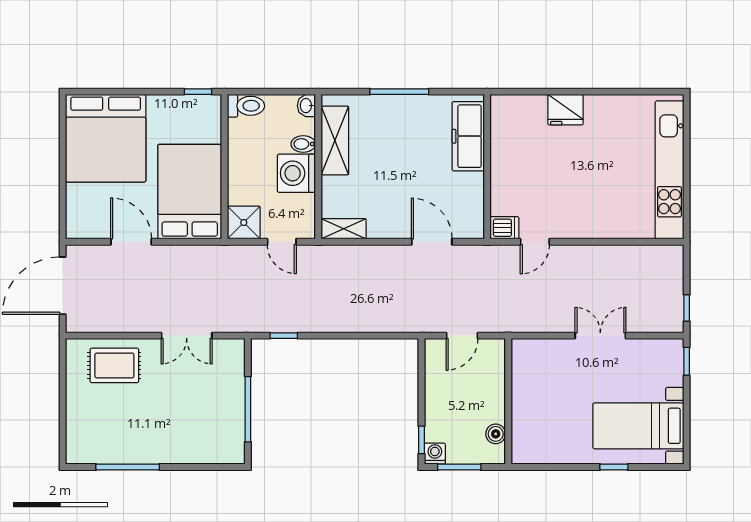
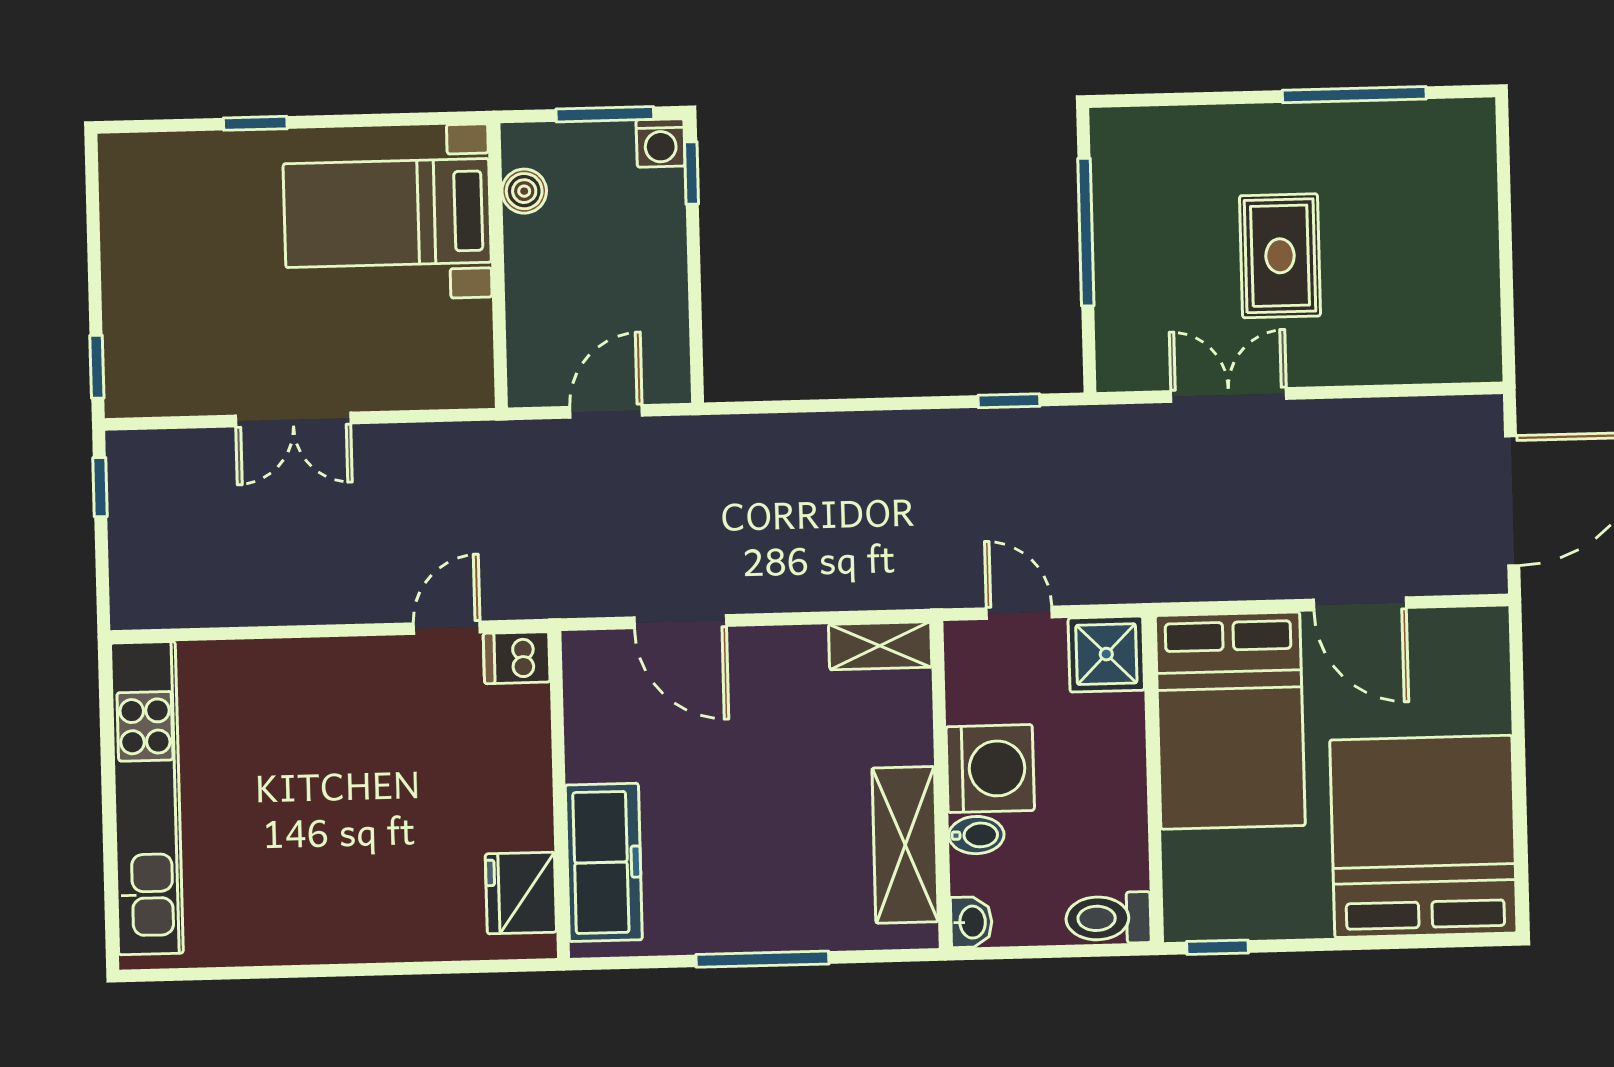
fridge: (566, 110) -> (521, 893), moved, turned -90
rug: (114, 365) -> (1280, 256), moved, turned 90
bed with nightstands: (638, 426) -> (387, 213), moved, turned 180

